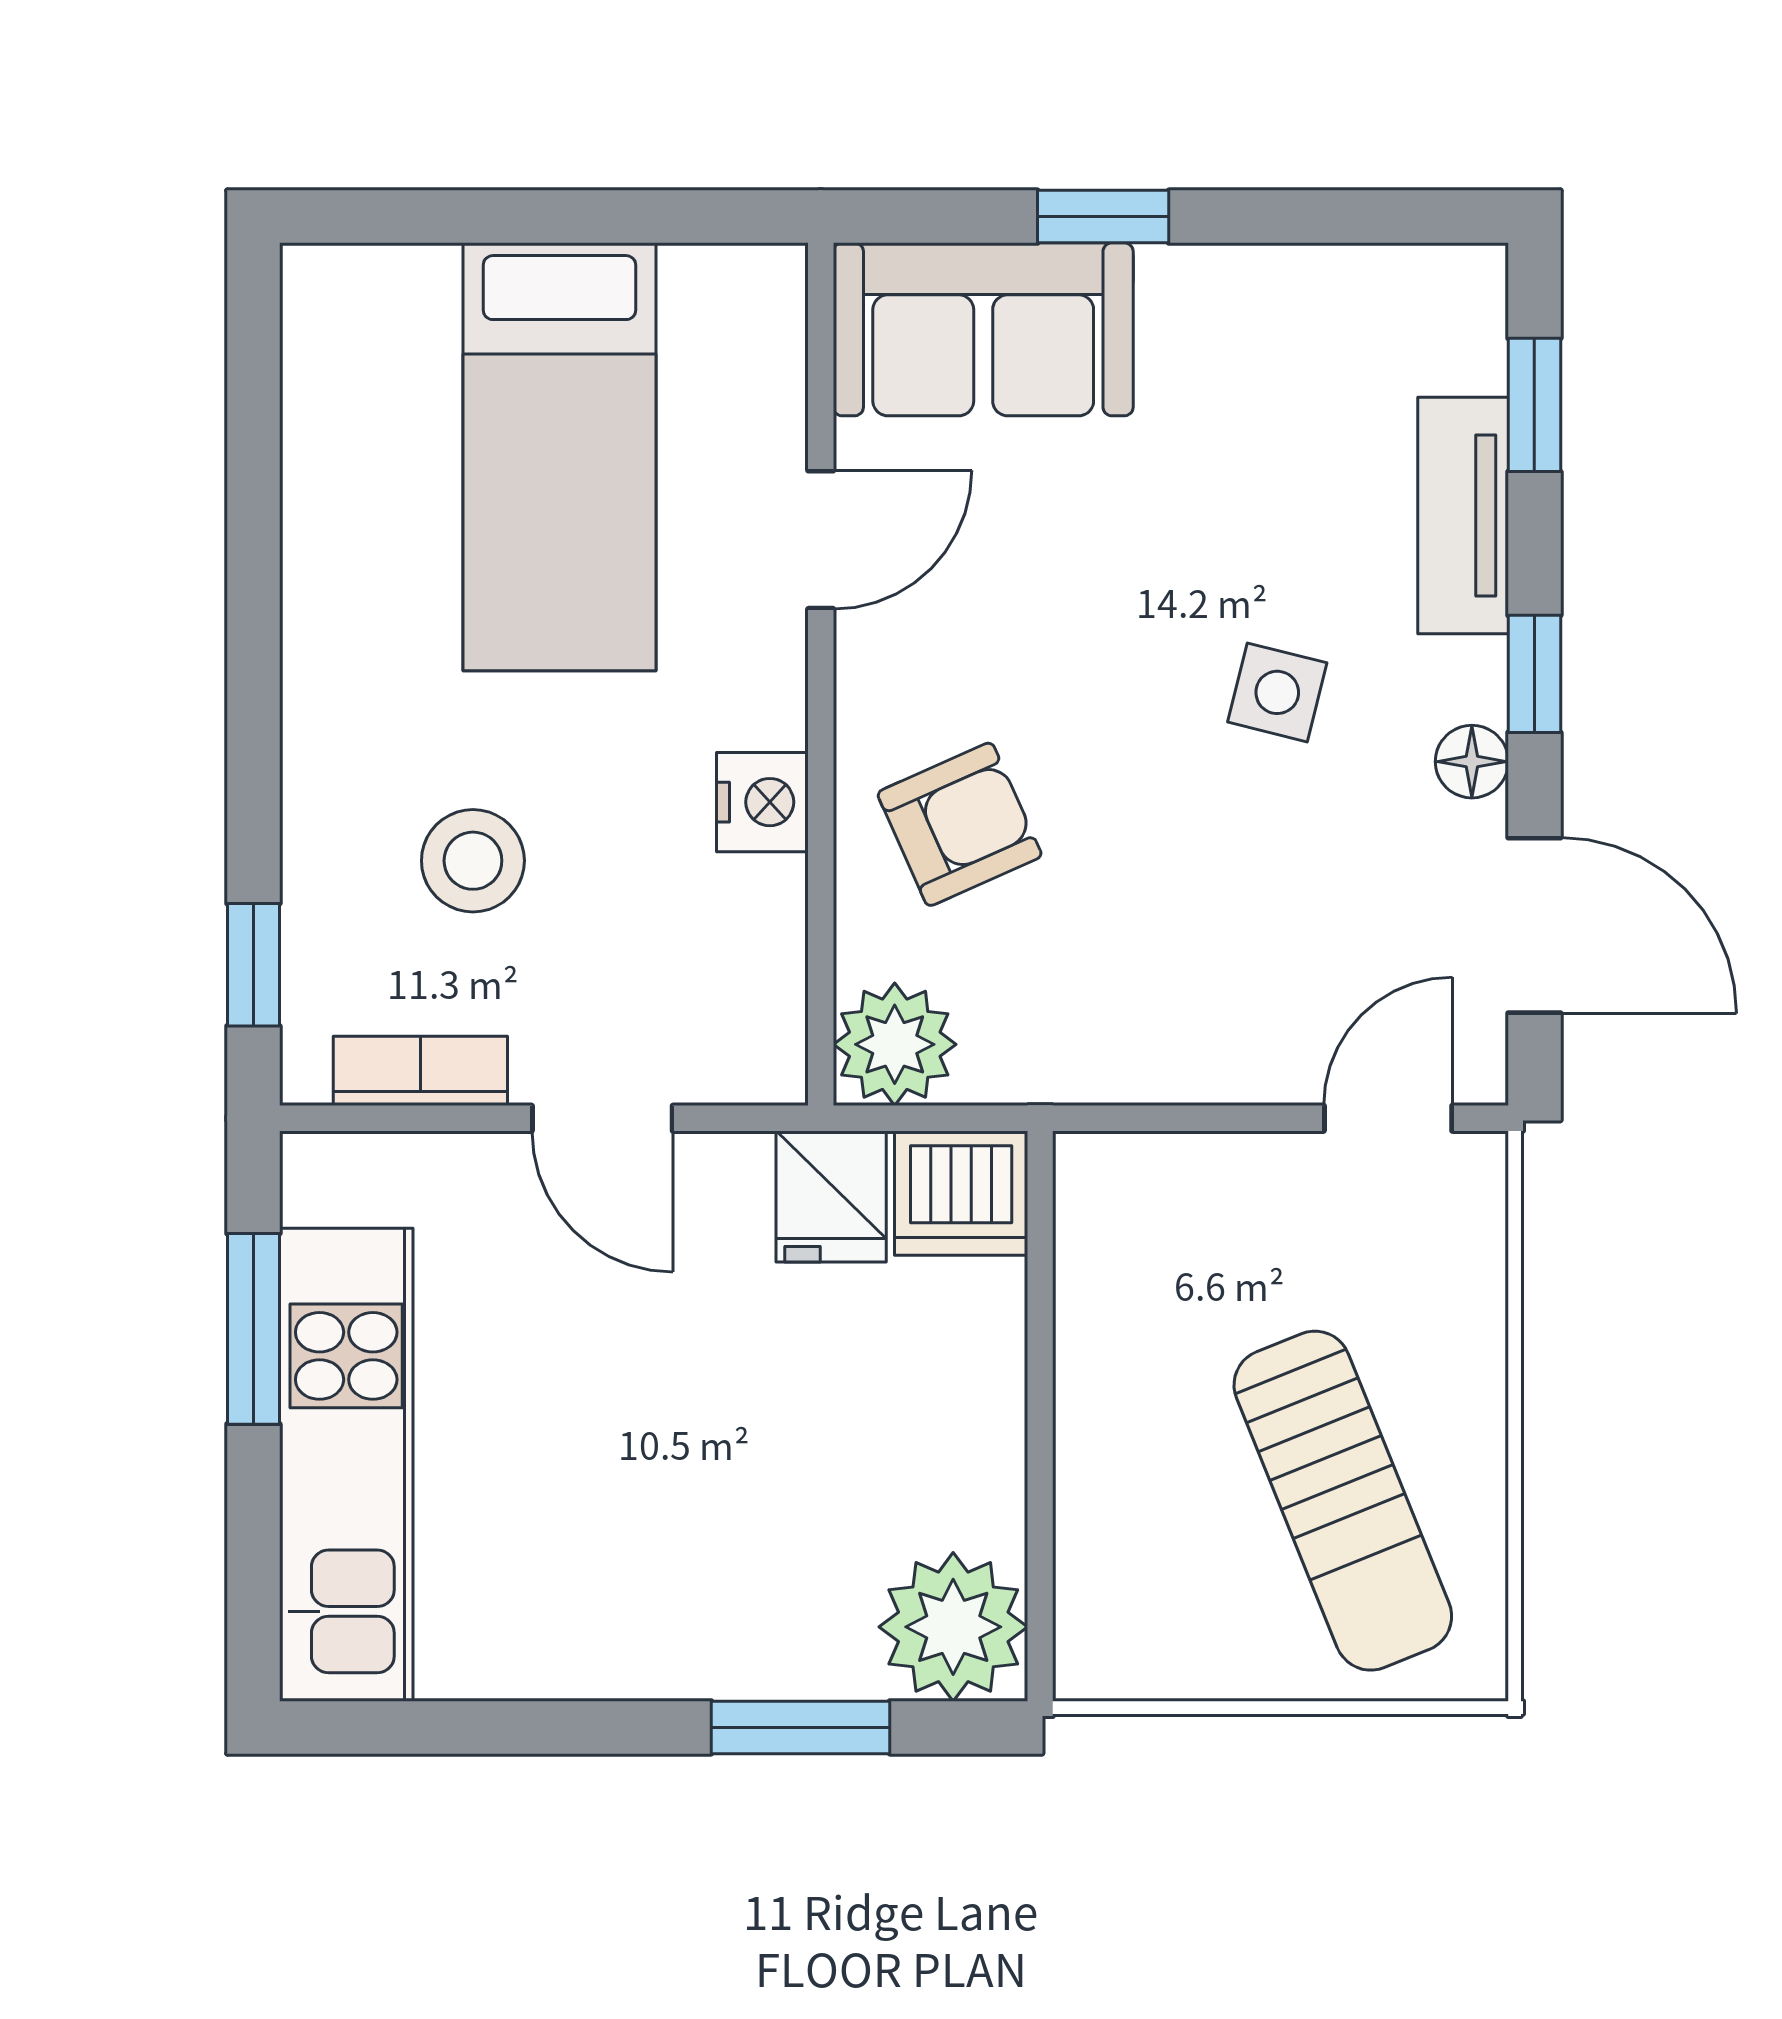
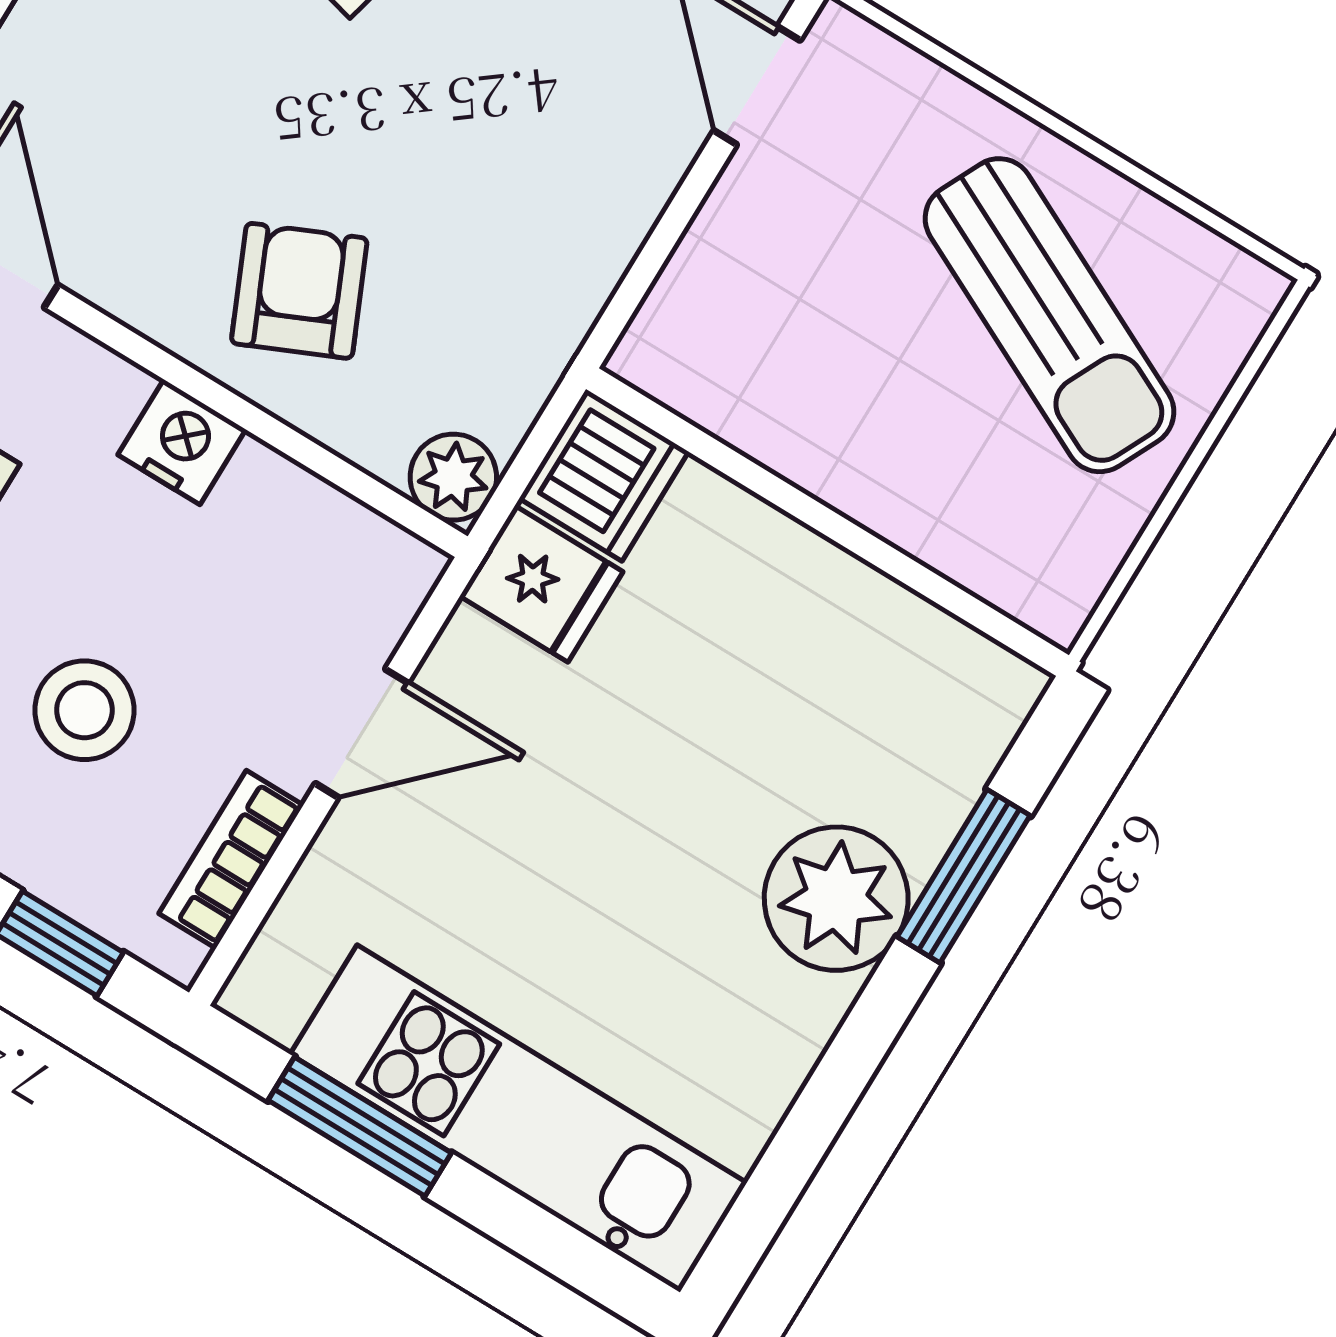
plant: (895, 1044) -> (453, 477), width x0.73, depth x0.73
sun lounger: (1343, 1501) -> (1049, 315), turned 48
plant: (953, 1627) -> (836, 899), moved

